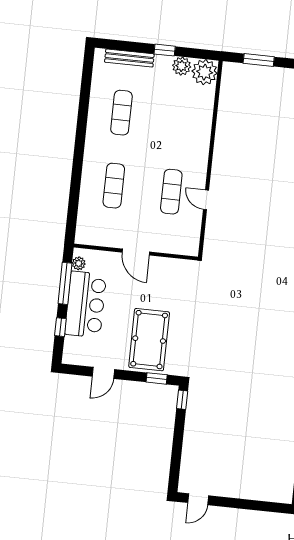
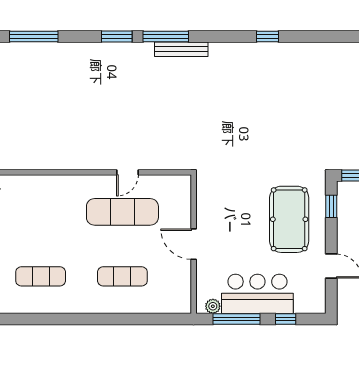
exercise mat: (171, 192) -> (122, 212), width x1.36, depth x1.45
door: (136, 252) -> (194, 244), swing flipped
pool table: (149, 340) -> (289, 219), turned 90

